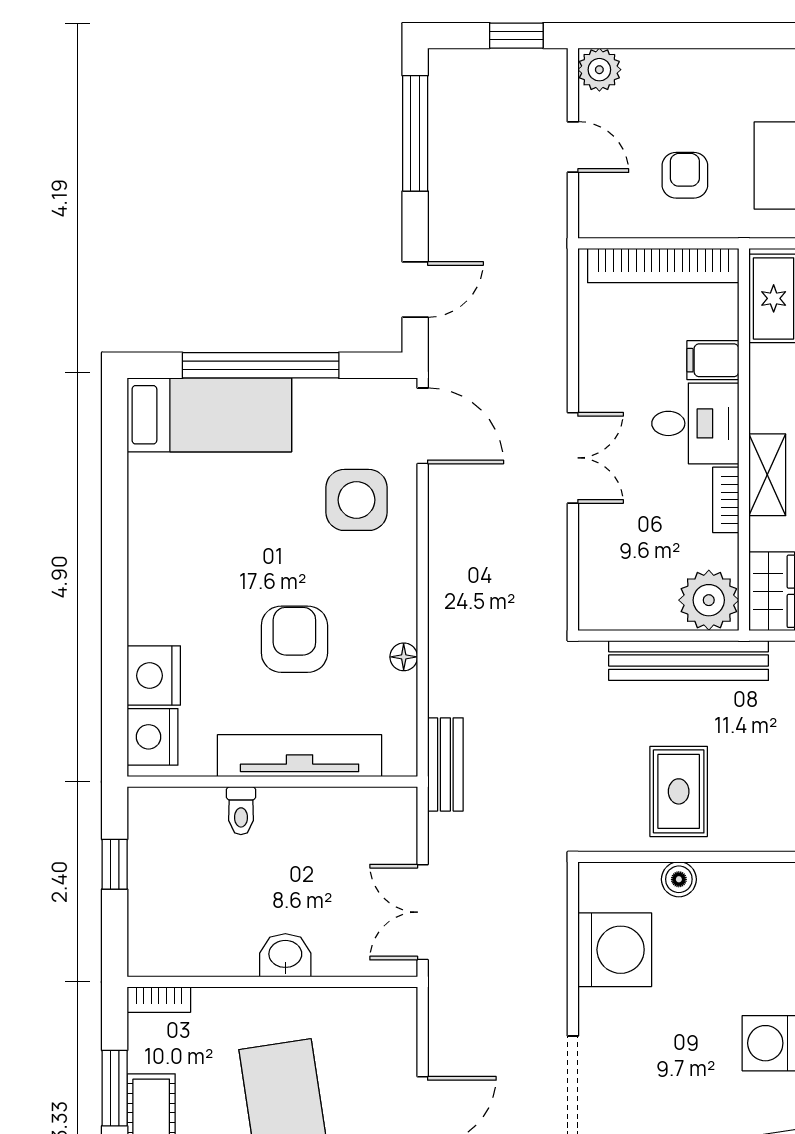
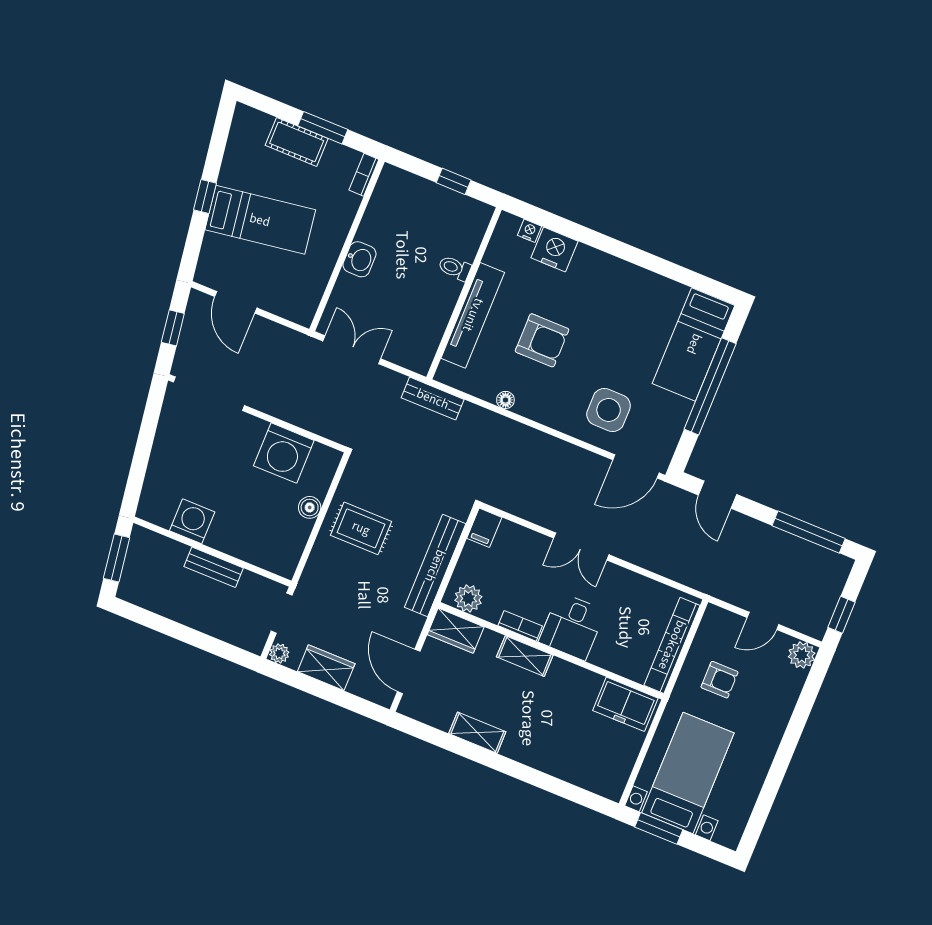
filing cabinet: (713, 360) -> (484, 528), moved, turned 180
plant: (709, 600) -> (468, 598), width x0.73, depth x0.73
nightstand: (153, 737) -> (529, 231), width x0.53, depth x0.56

